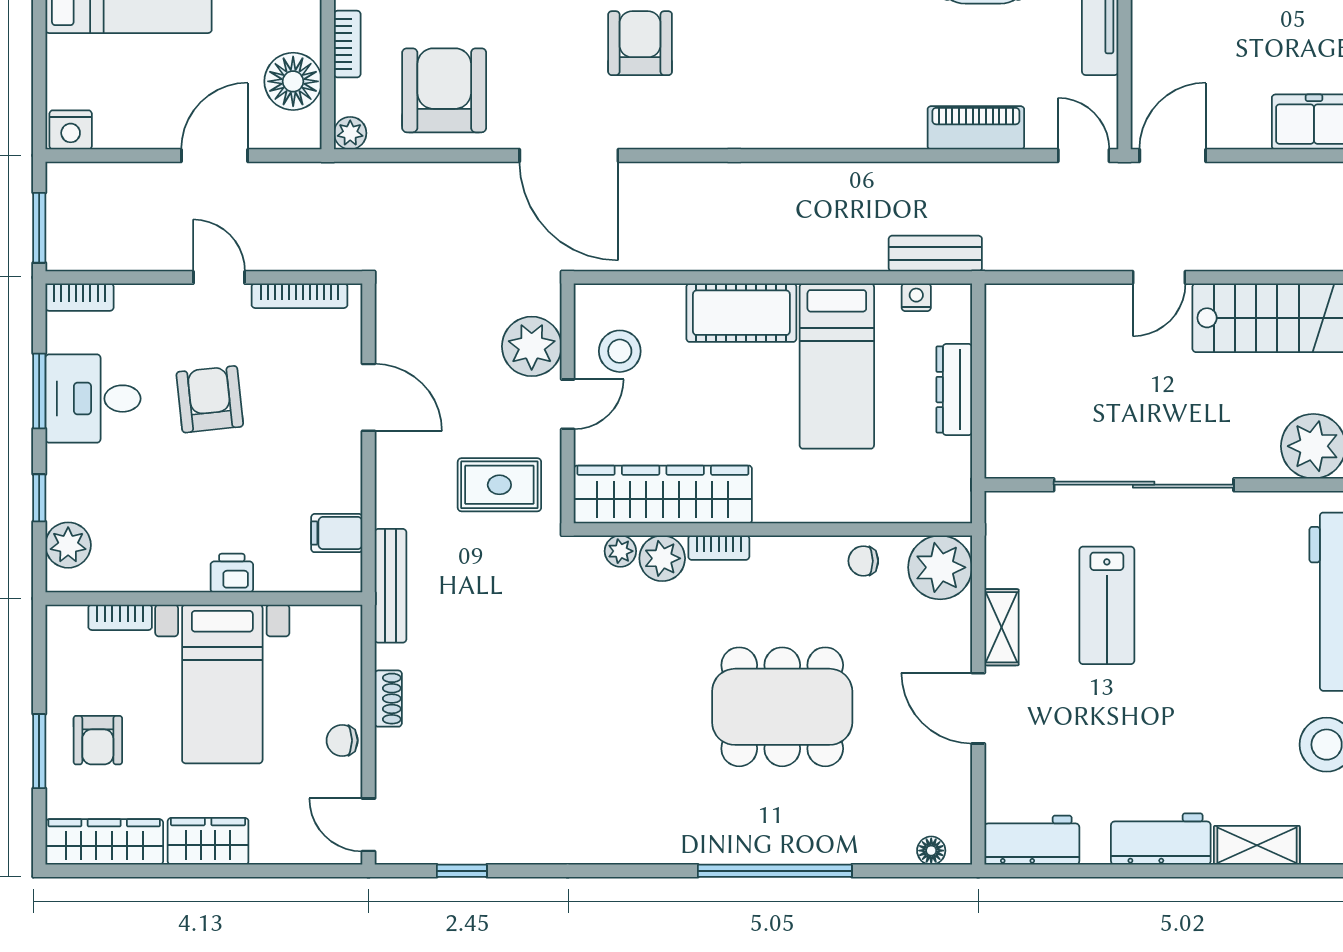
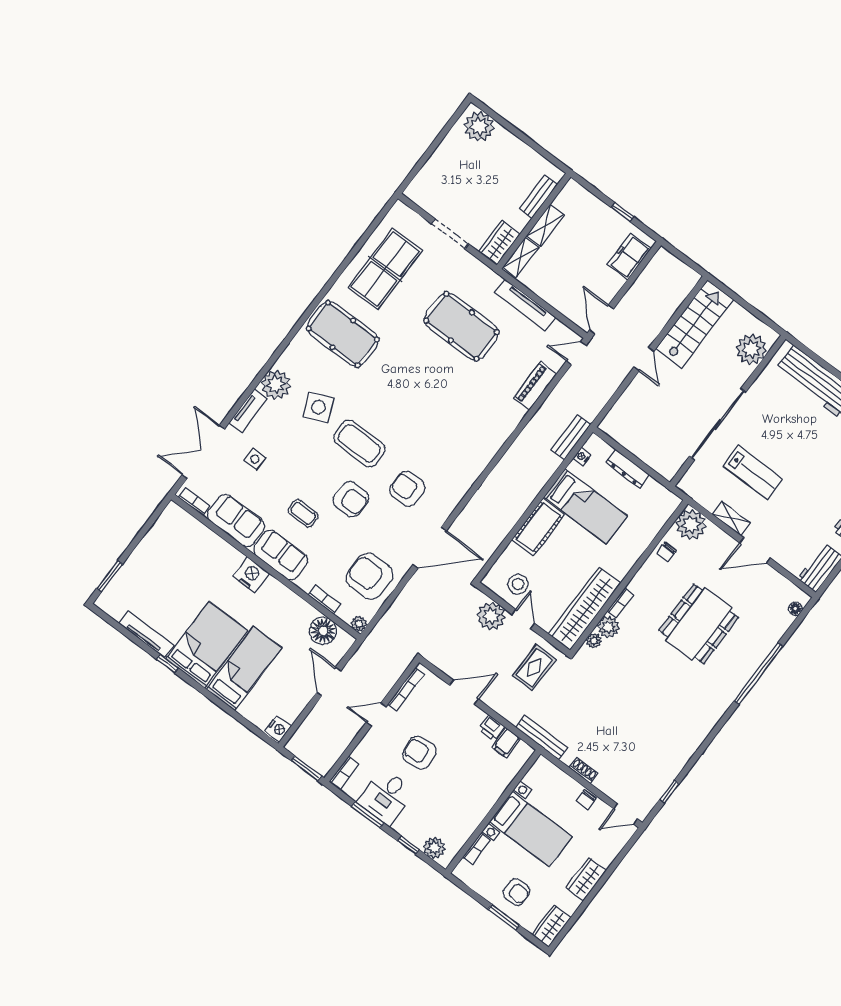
printer: (232, 573) -> (491, 728), moved, turned -90
wardrobe: (104, 842) -> (551, 926), width x0.67

